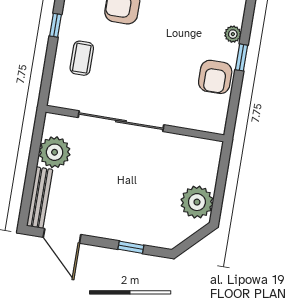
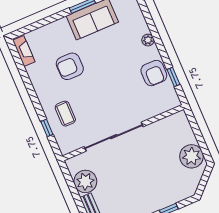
window: (56, 25) -> (47, 128), moved
window: (242, 57) -> (173, 77), moved

